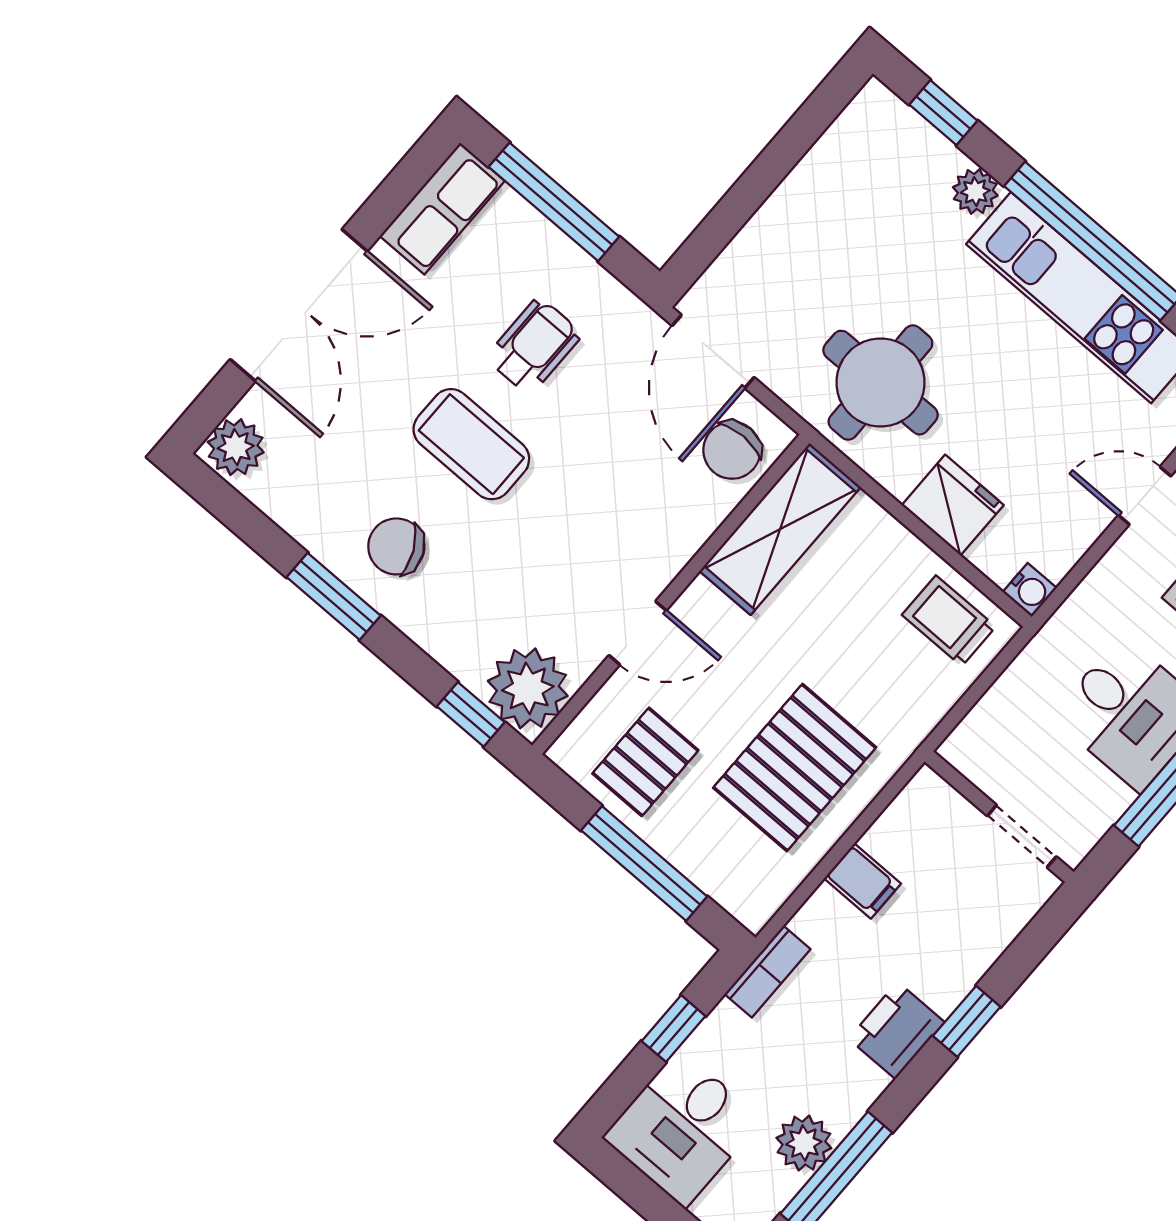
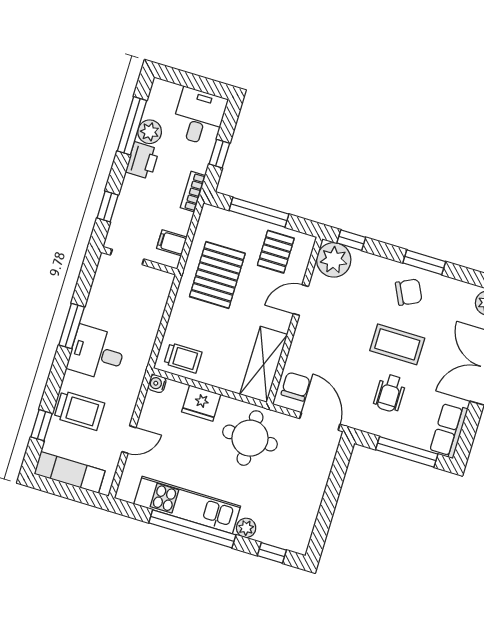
wall: (999, 817) -> (139, 261), moved
doorway: (1022, 836) -> (127, 257), moved
printer: (897, 1030) -> (142, 160), moved

